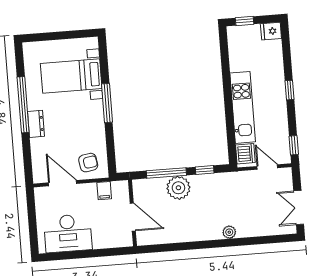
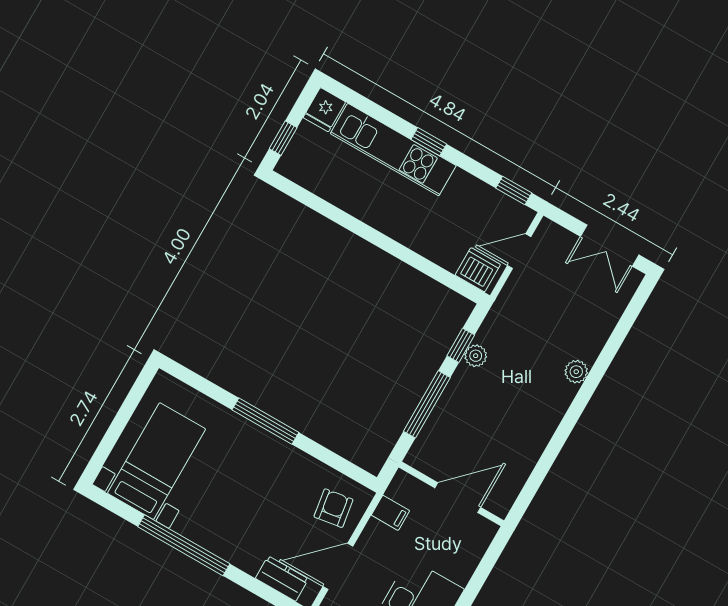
bed with nightstands: (71, 76) -> (157, 461), moved, turned 180
kitchen unit: (243, 107) -> (393, 150), moved, turned 180
dresser: (36, 124) -> (282, 579), moved
plant: (178, 188) -> (476, 356), moved, width x0.53, depth x0.53

